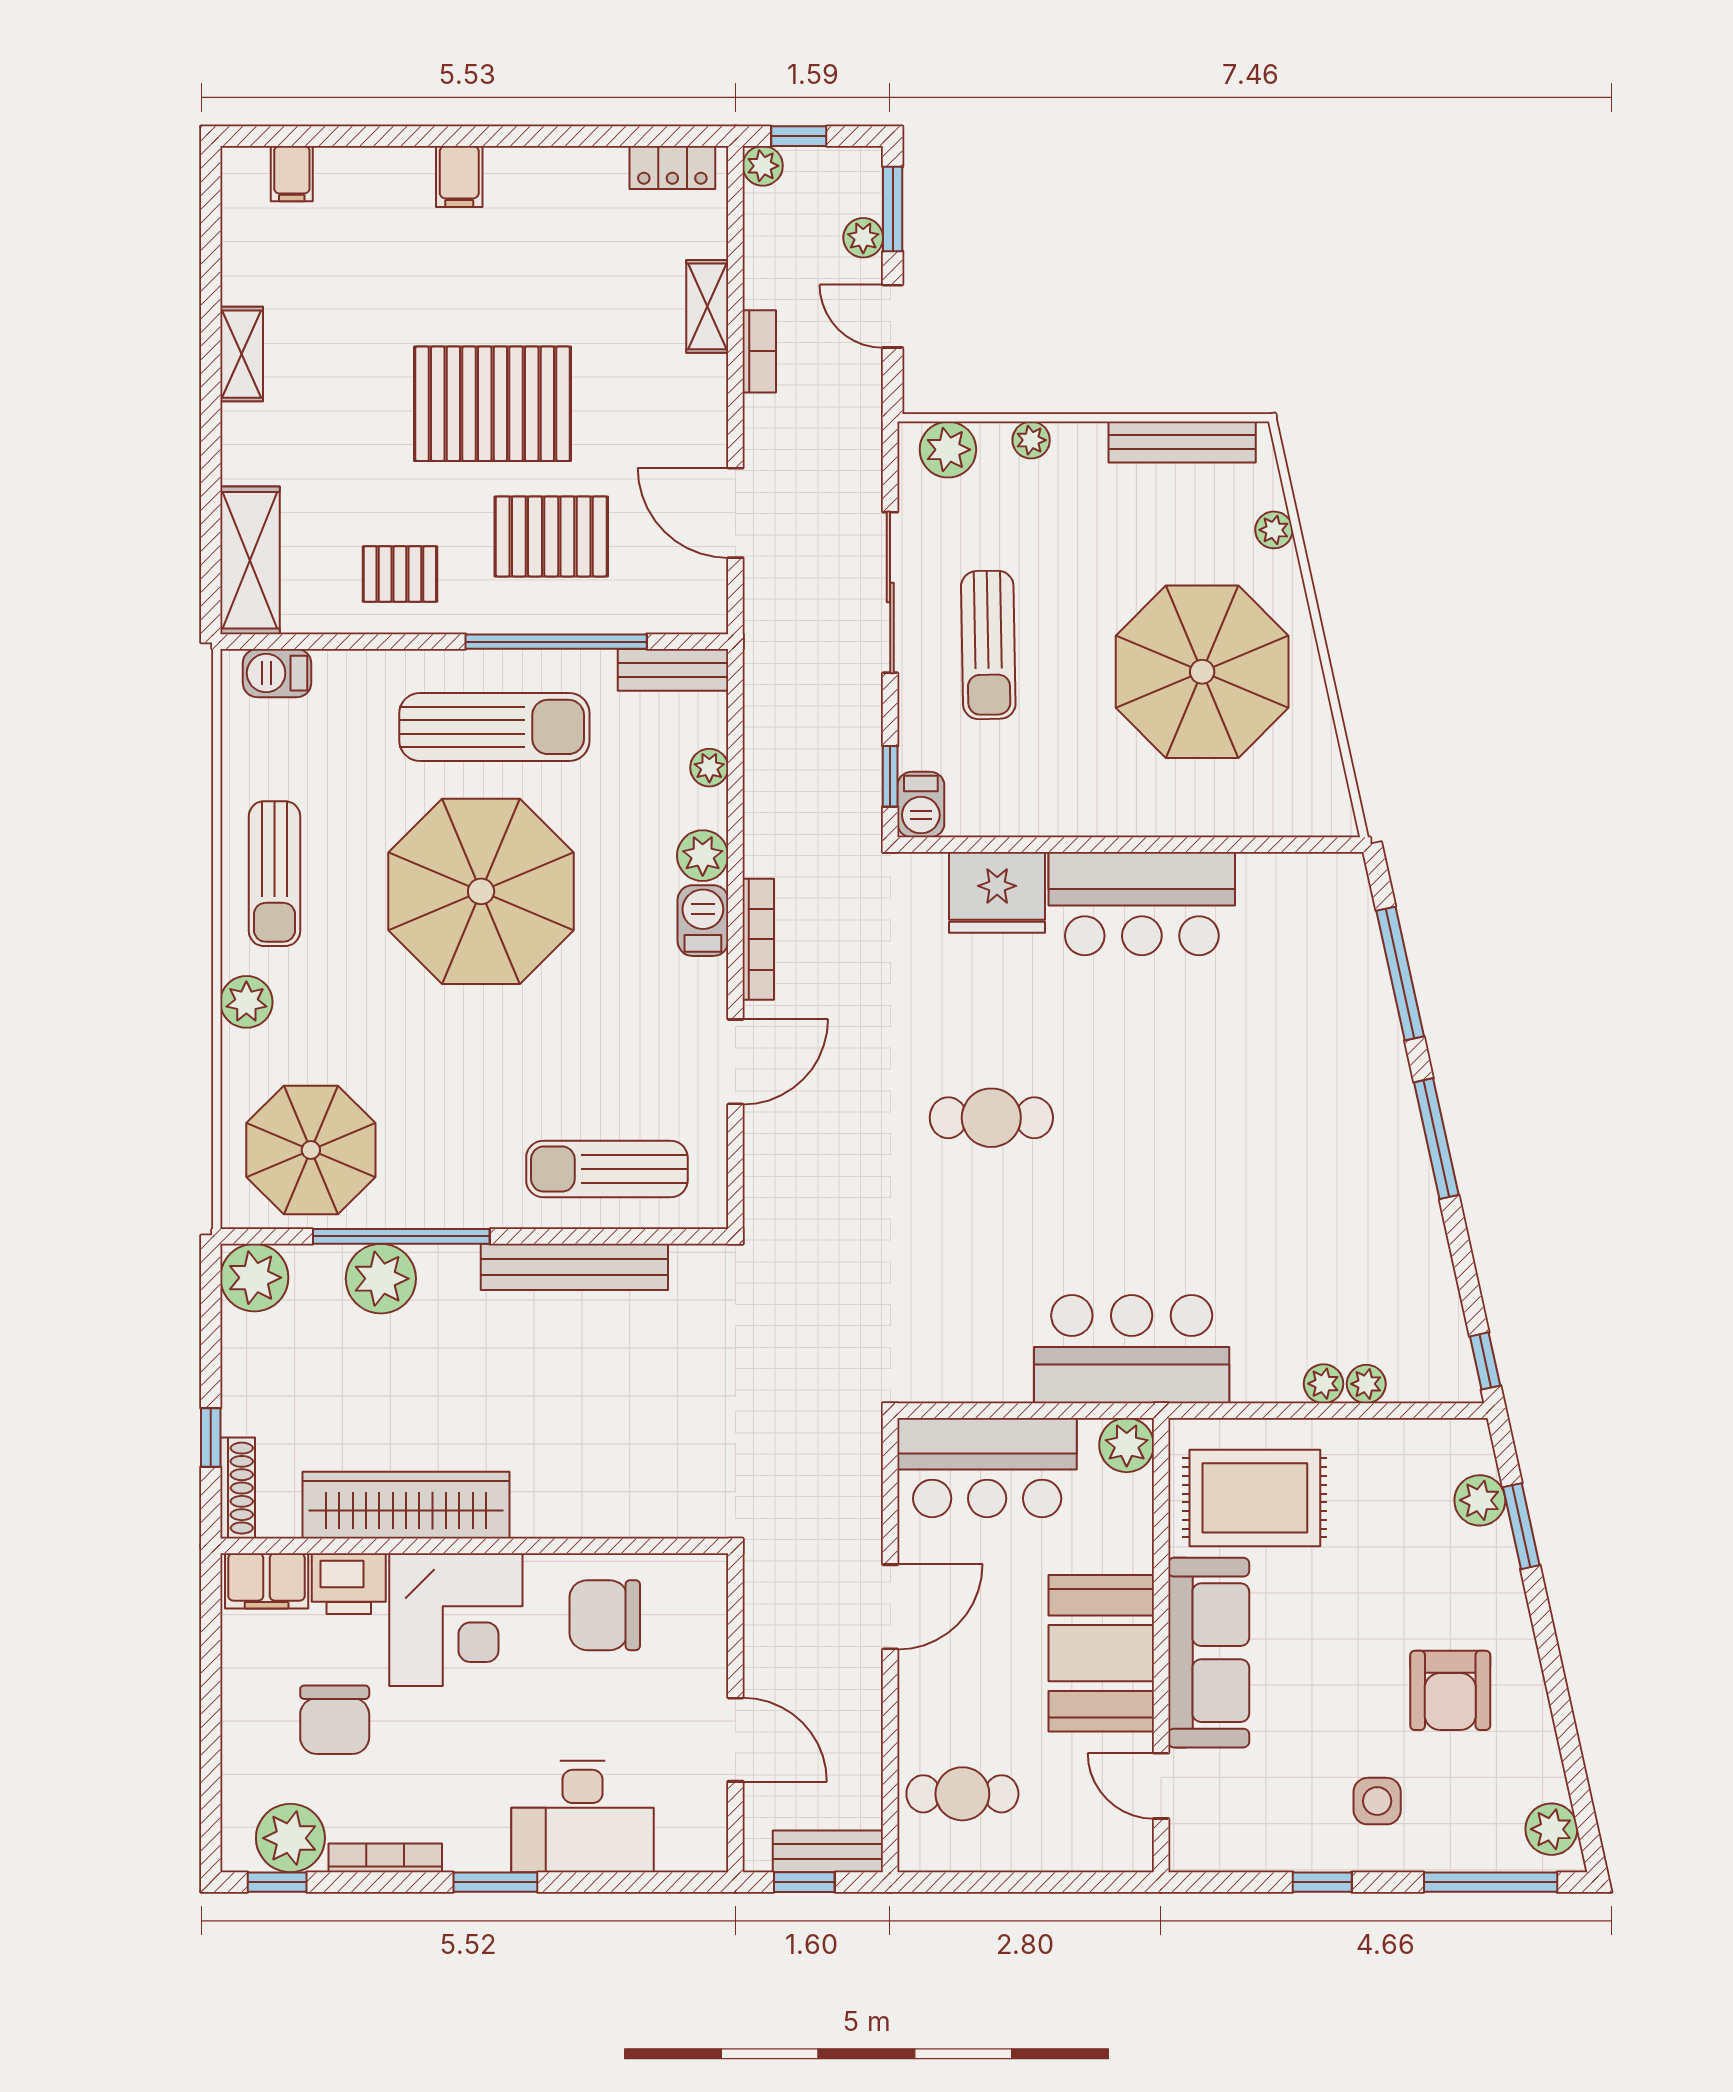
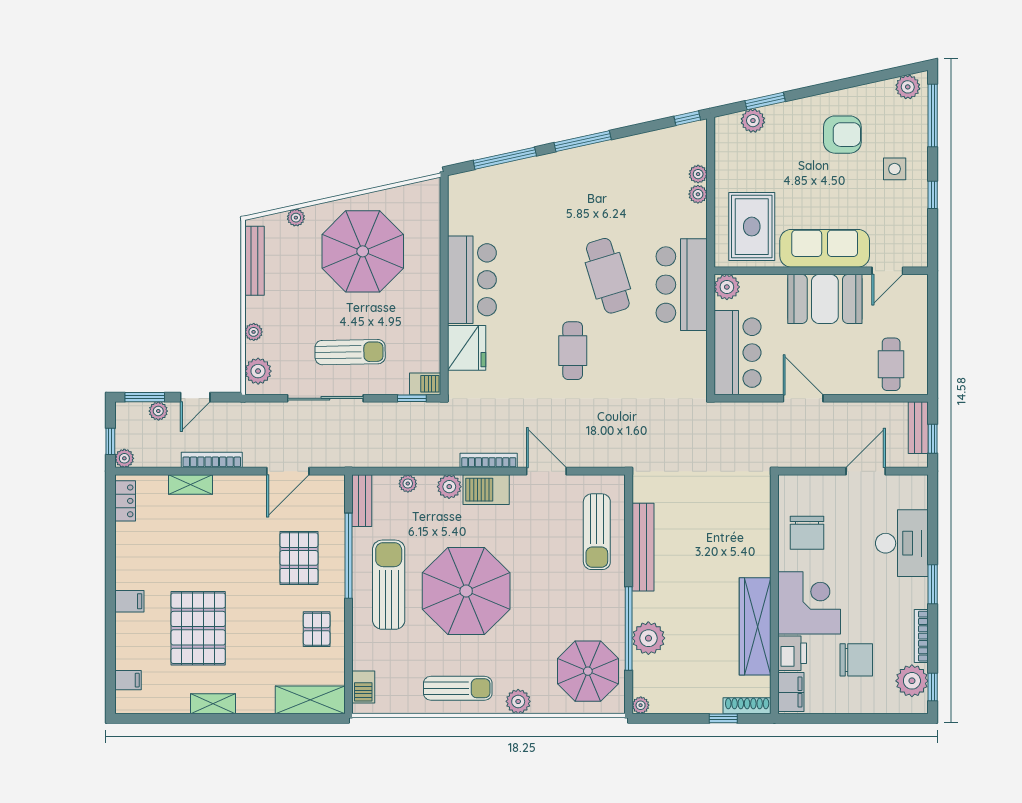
bookcase: (759, 351) -> (212, 460), width x1.56
pallet: (493, 404) -> (198, 628), moved
barbecue: (703, 921) -> (486, 490), width x1.38, depth x1.27
cafe table: (1150, 1192) -> (608, 276), added
plant: (254, 1278) -> (641, 705), width x0.53, depth x0.53

